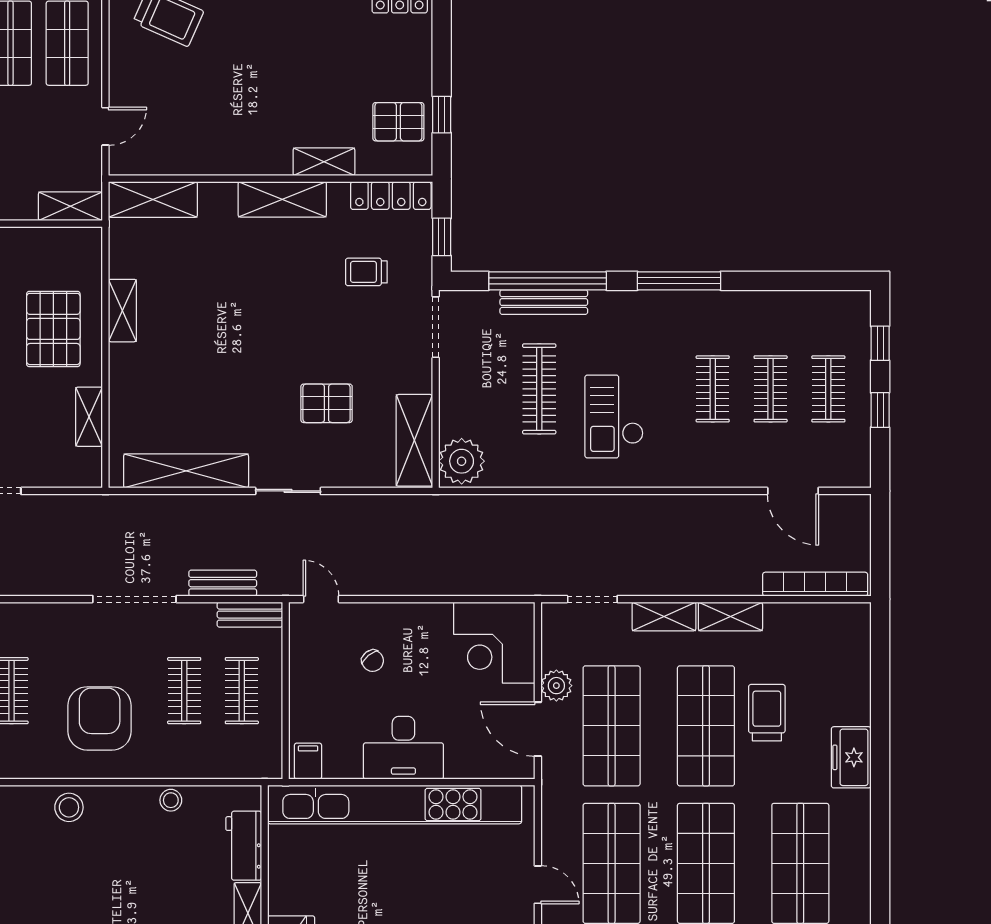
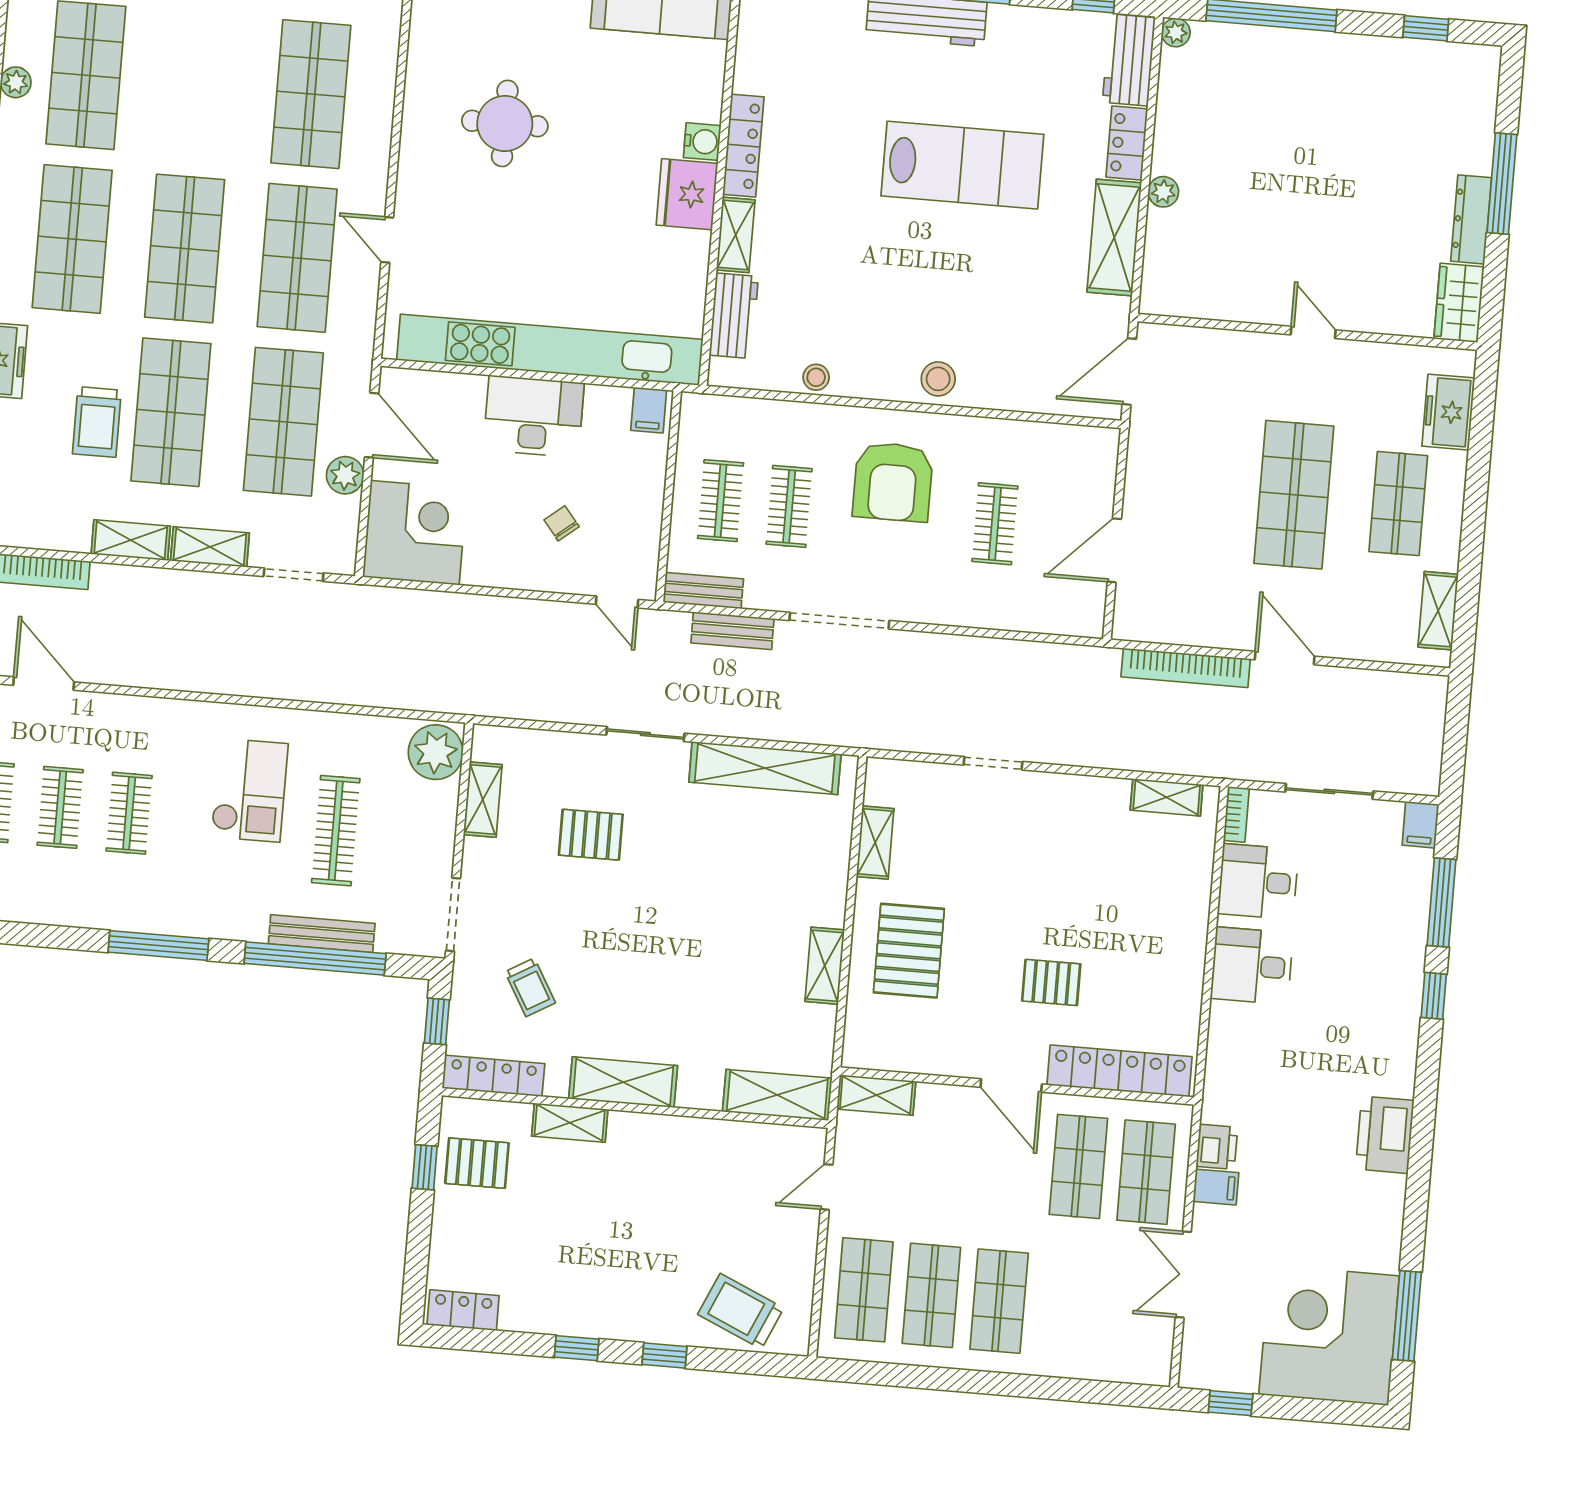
trolley: (366, 272) -> (530, 987), turned 60
shelving: (414, 440) -> (483, 800), width x0.67, depth x0.75

